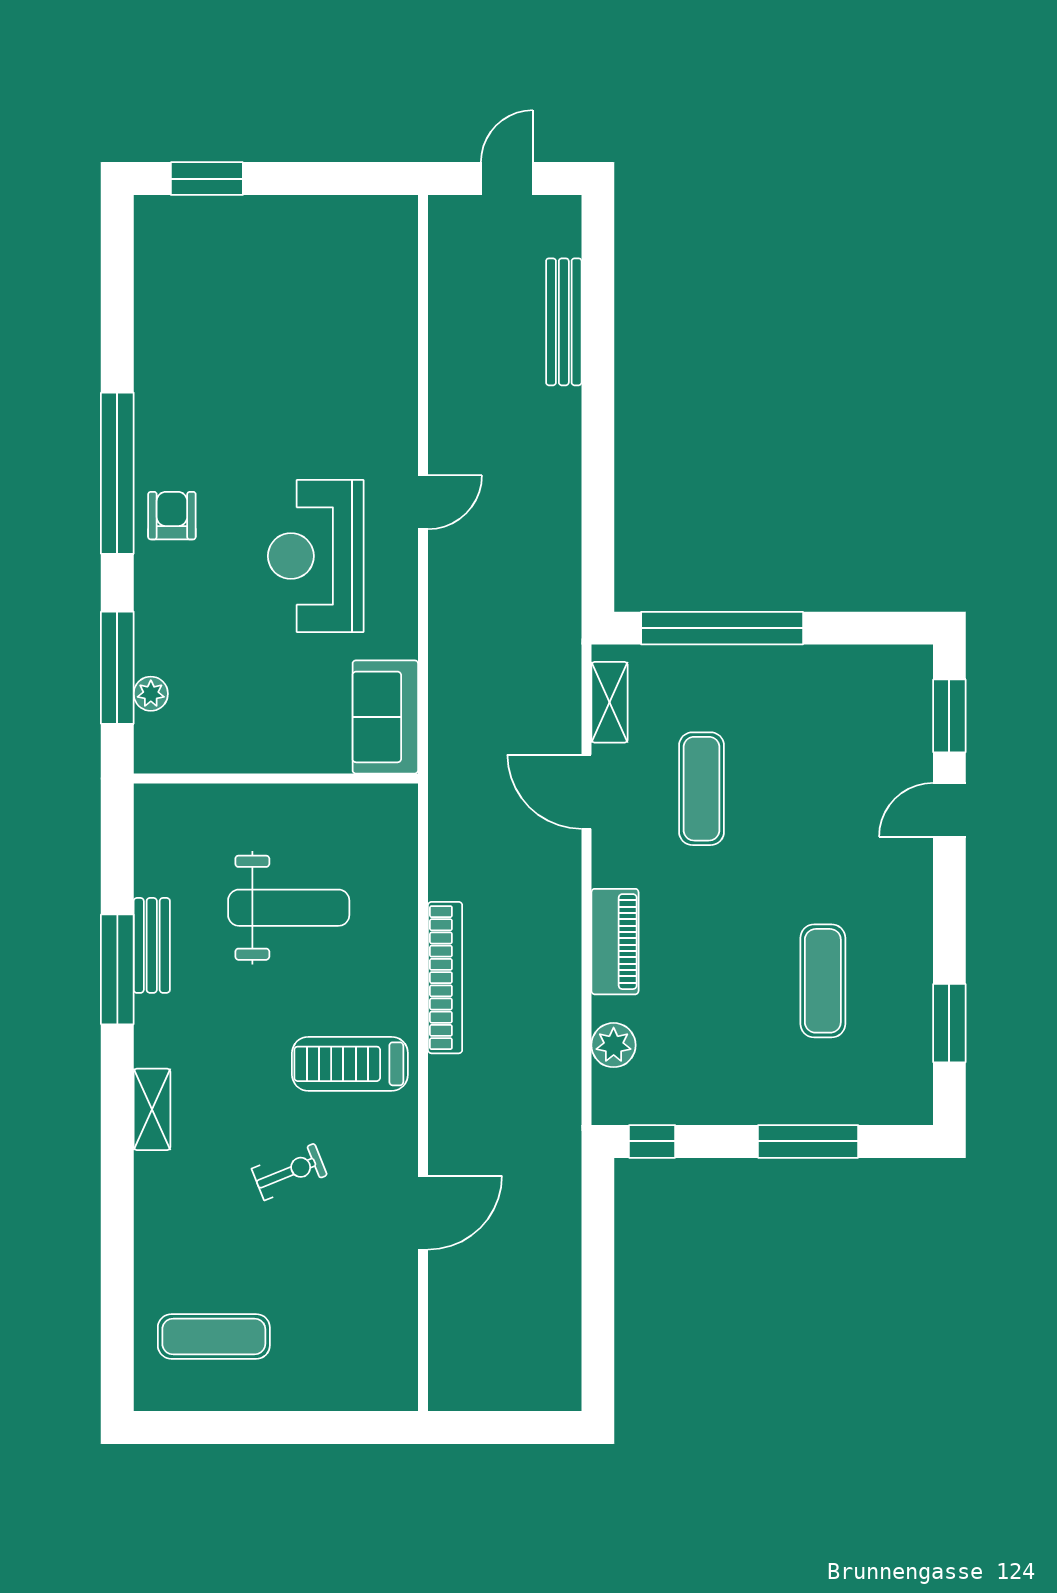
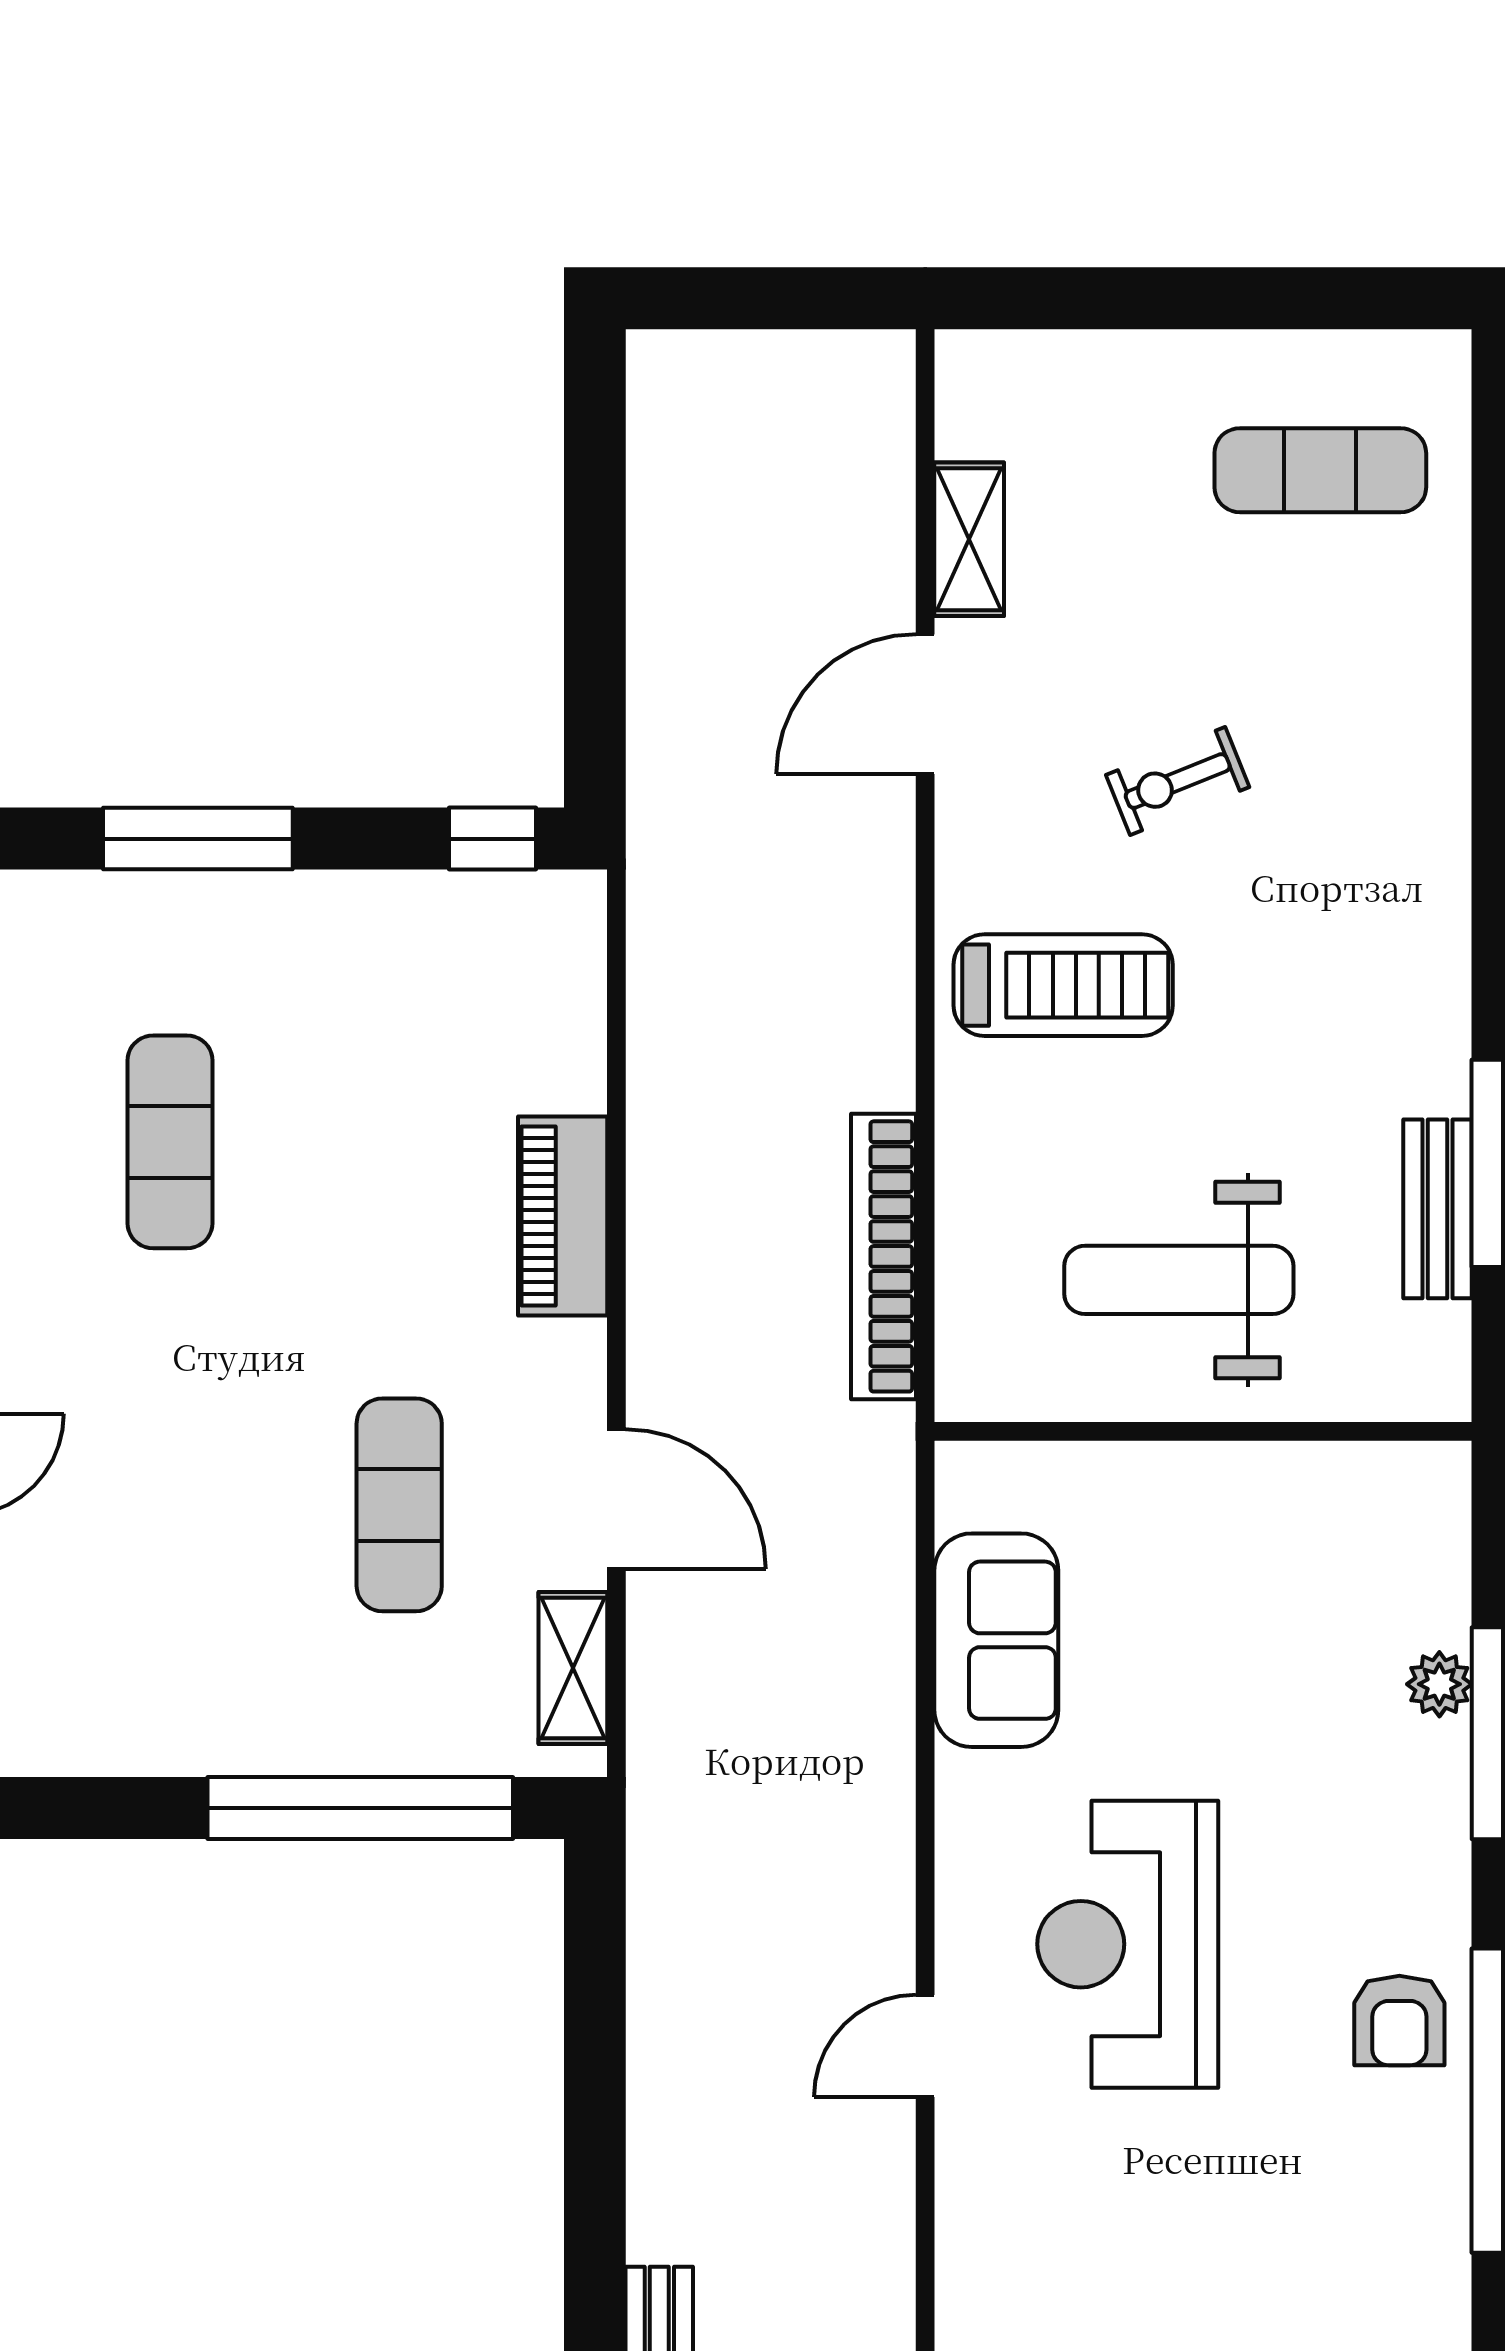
reception desk: (316, 556) -> (1128, 1944), turned 180
wall: (276, 779) -> (1203, 1431), moved
bookcase: (445, 978) -> (884, 1256), moved
plant: (614, 1045) -> (565, 1021), removed
shelving: (152, 1109) -> (969, 539), moved

